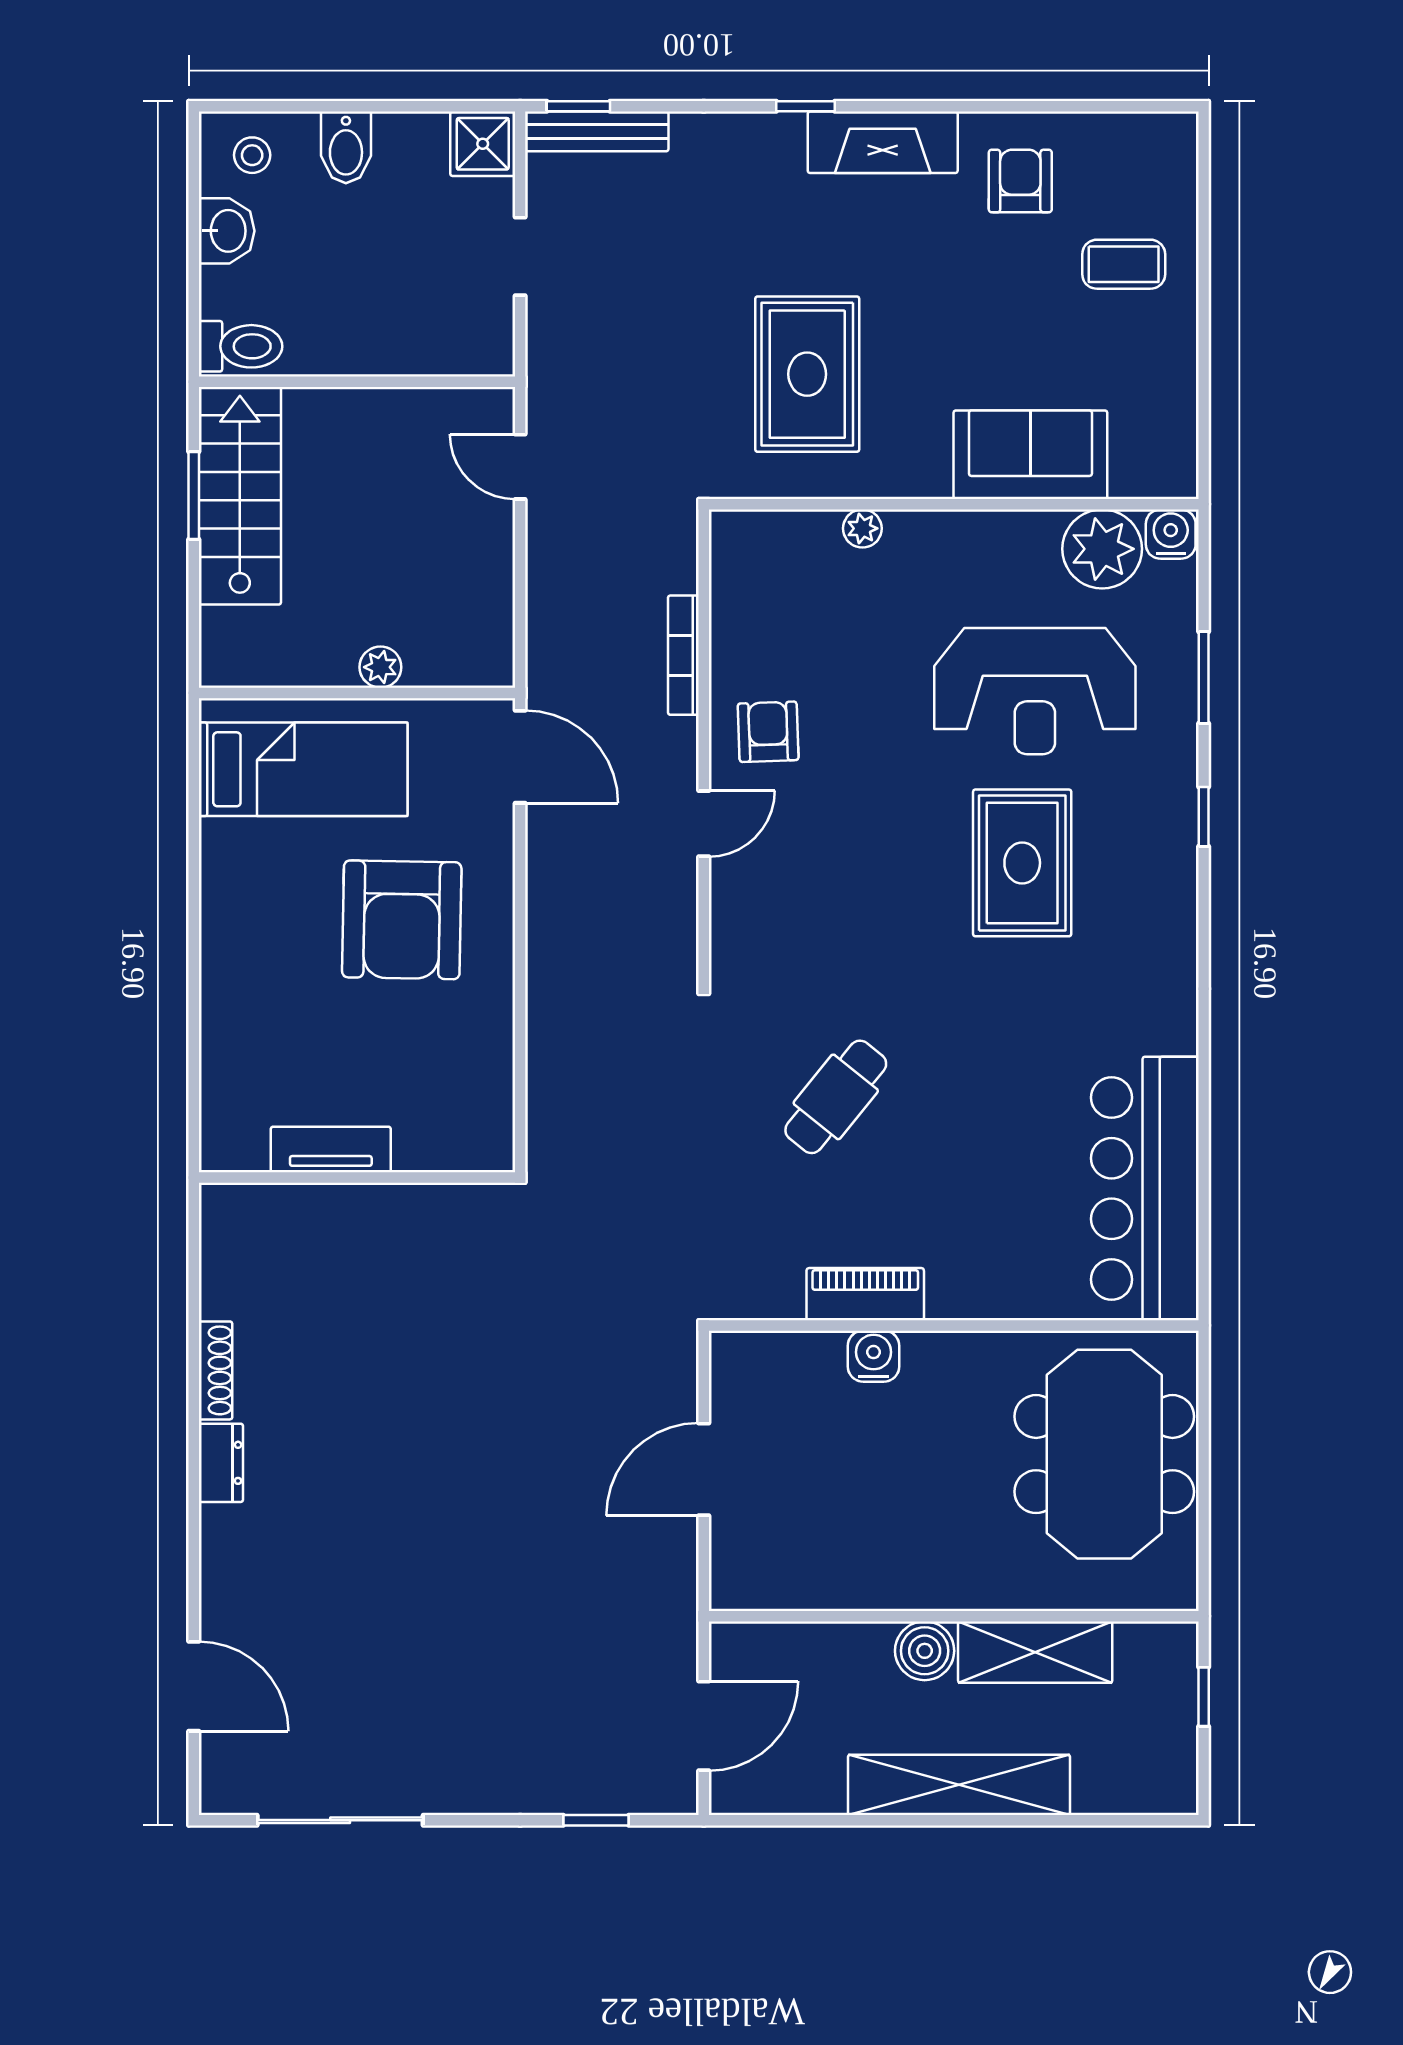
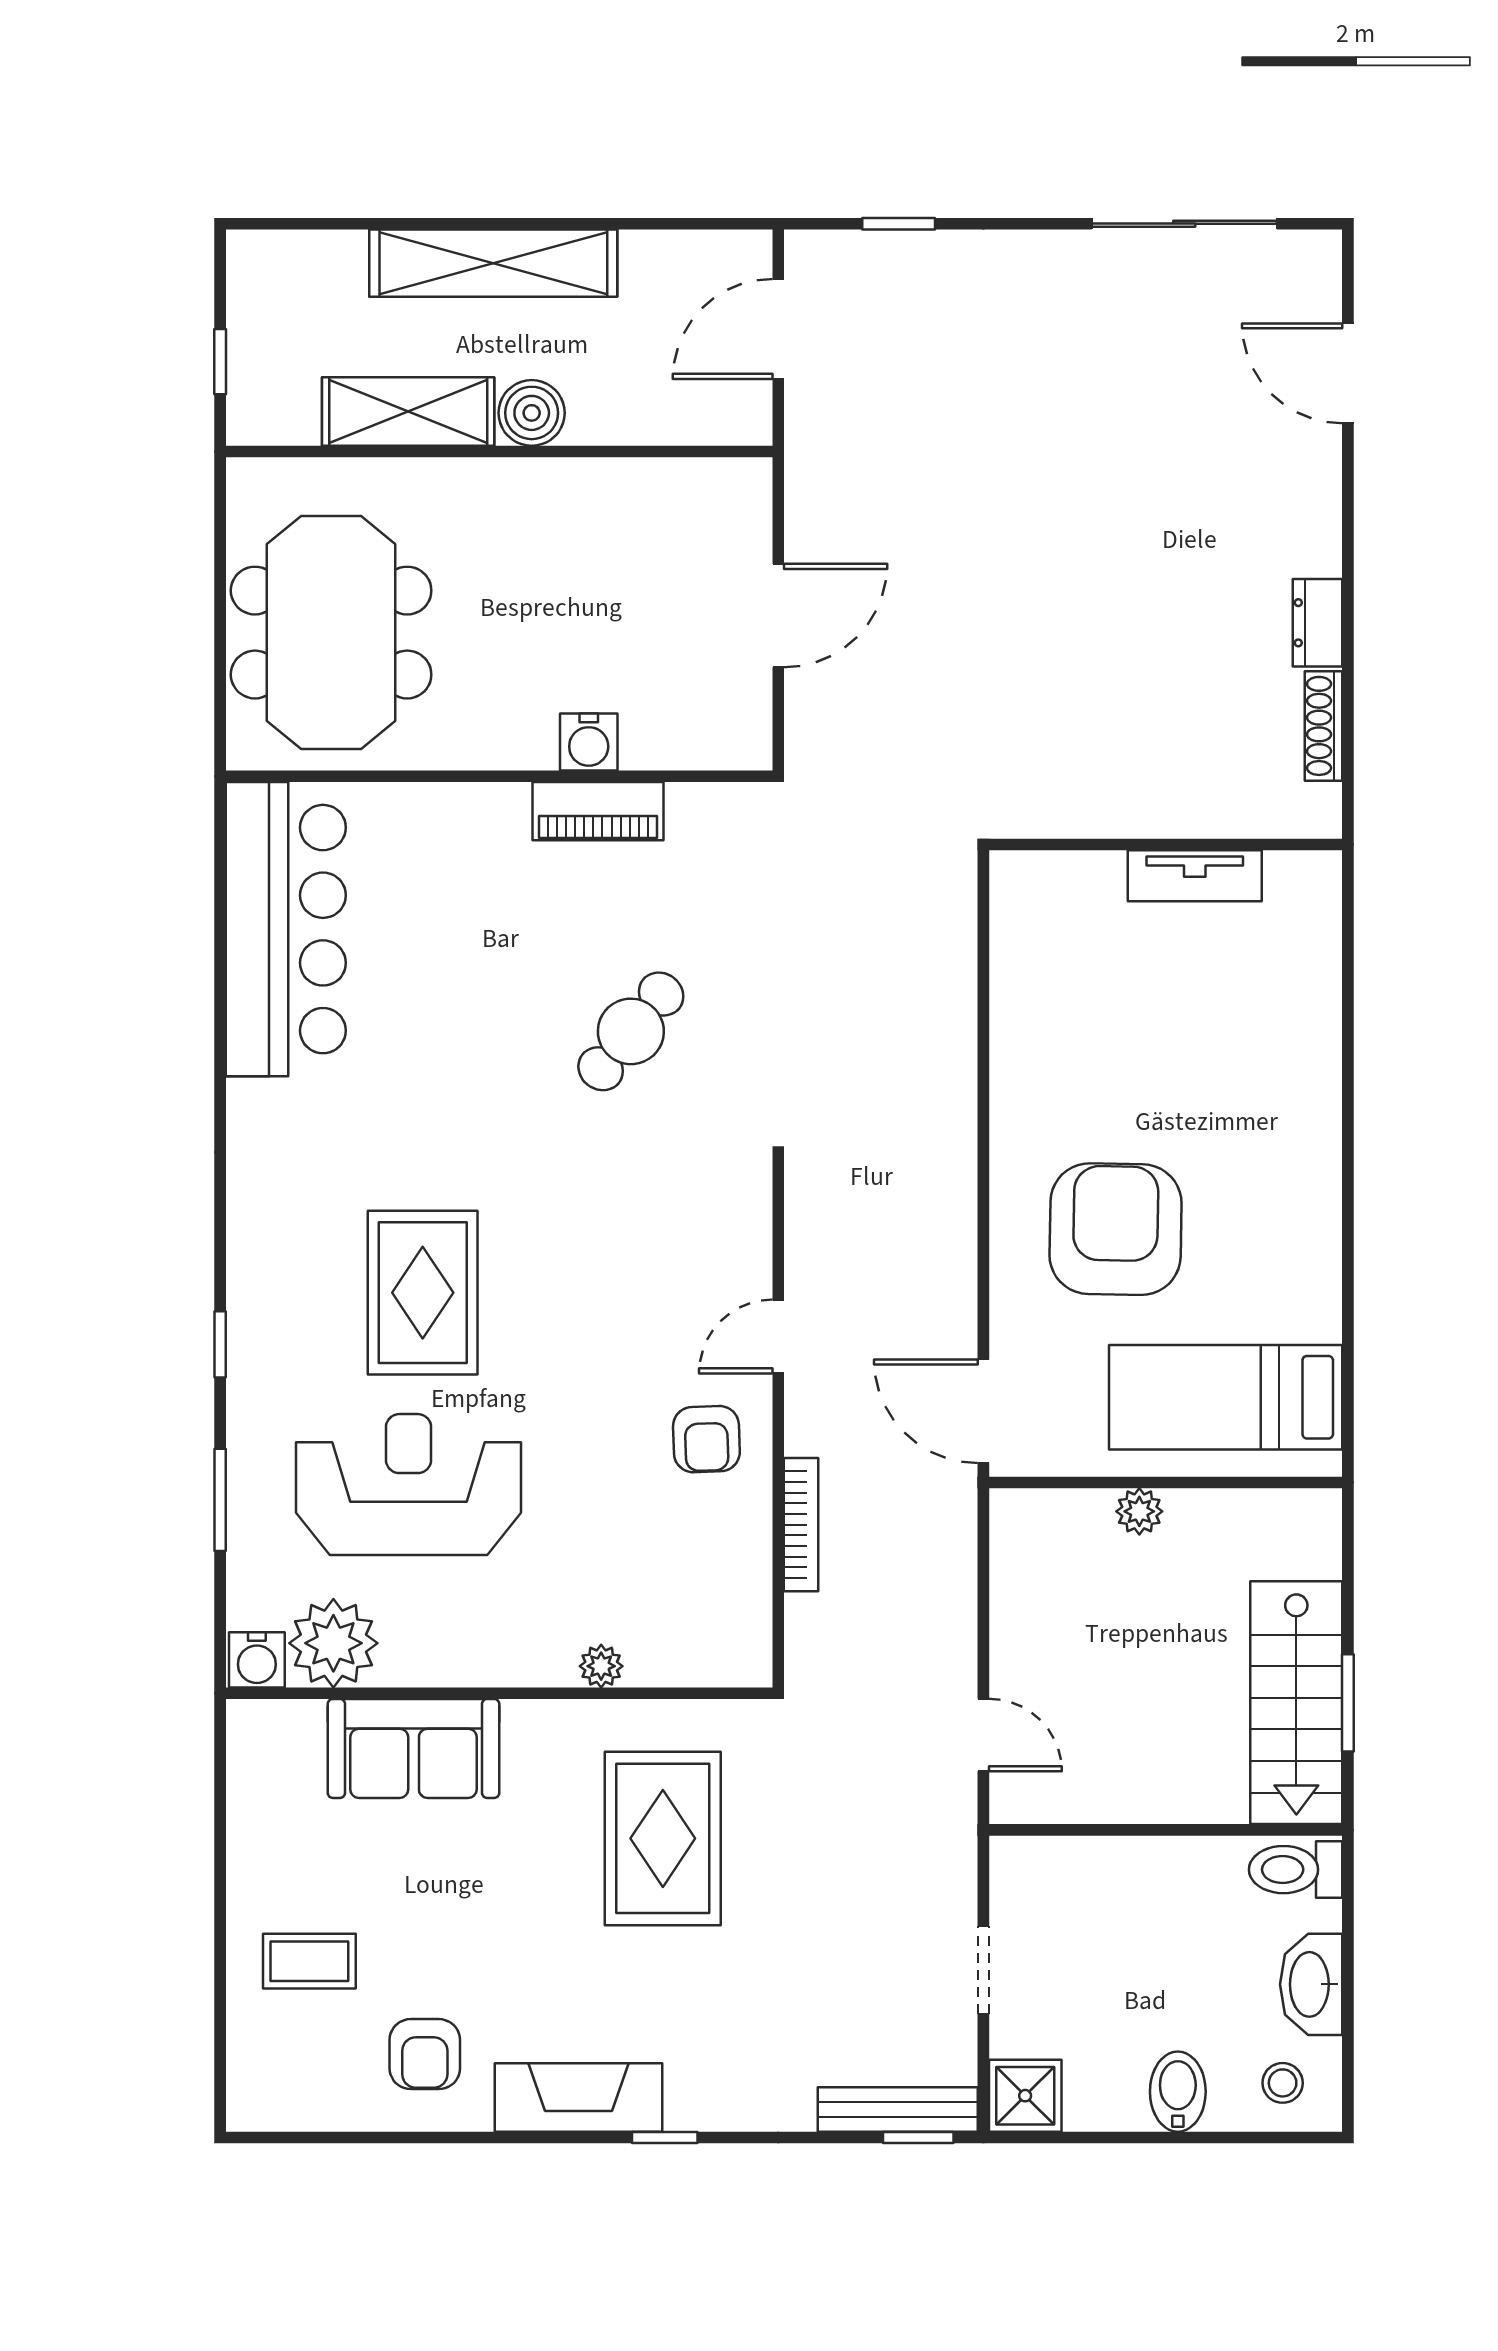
washbasin: (227, 231) -> (1311, 1984), width x1.38
tv unit: (331, 1150) -> (1195, 876), moved
wall: (357, 1178) -> (1166, 845), moved

